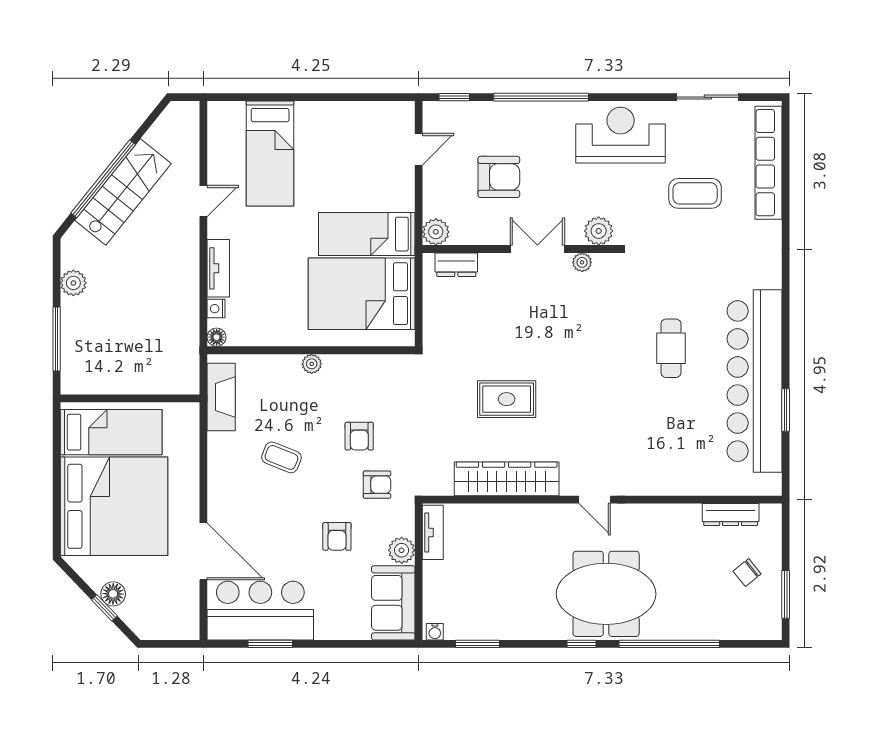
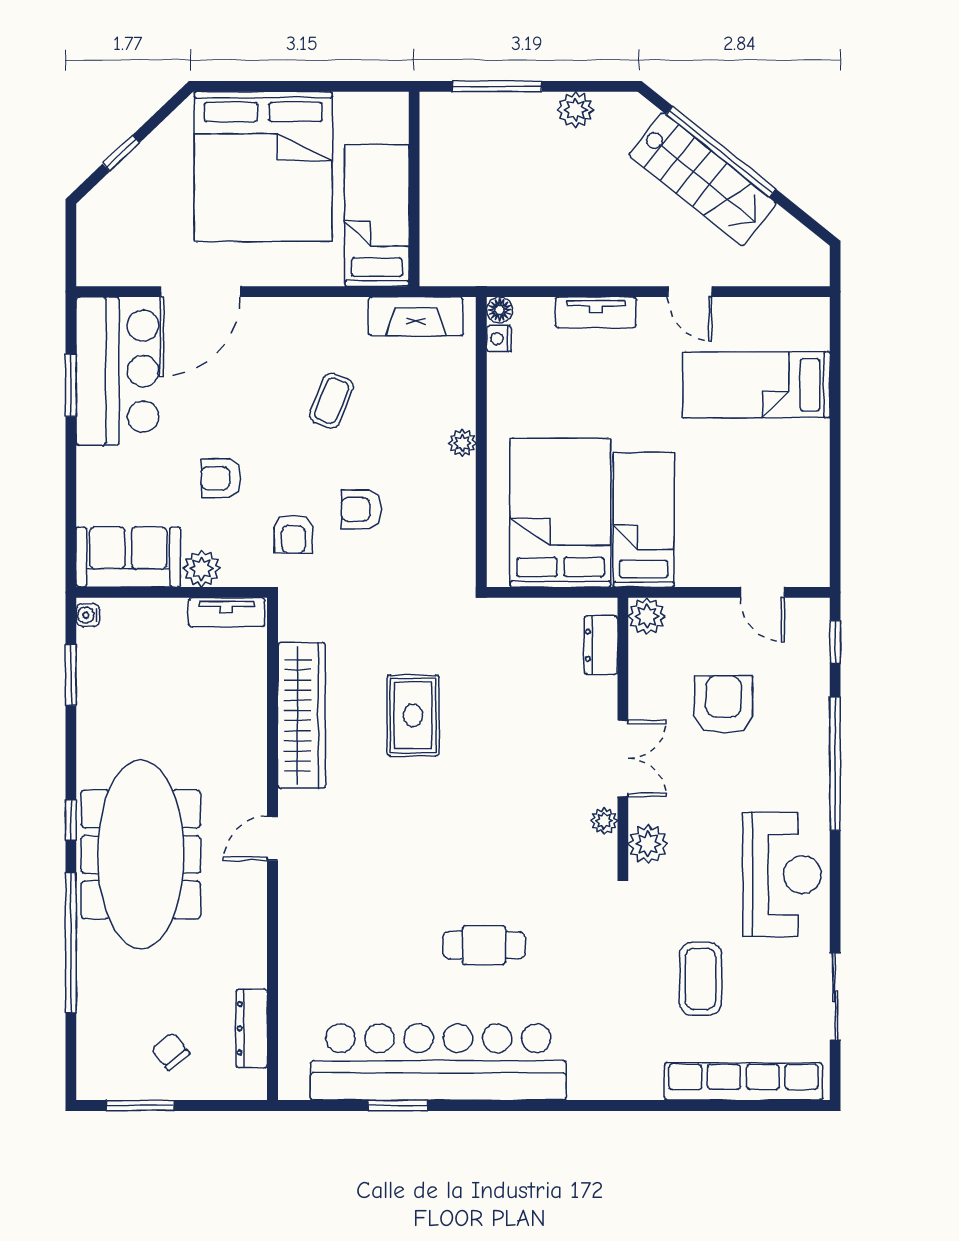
armchair: (499, 177) -> (724, 705), turned 180
nightstand: (216, 309) -> (499, 339), moved, turned -90
bed: (111, 432) -> (377, 215), moved, turned 180
floor lamp: (113, 594) -> (141, 165), removed
meeting table: (606, 594) -> (141, 854), width x1.36

